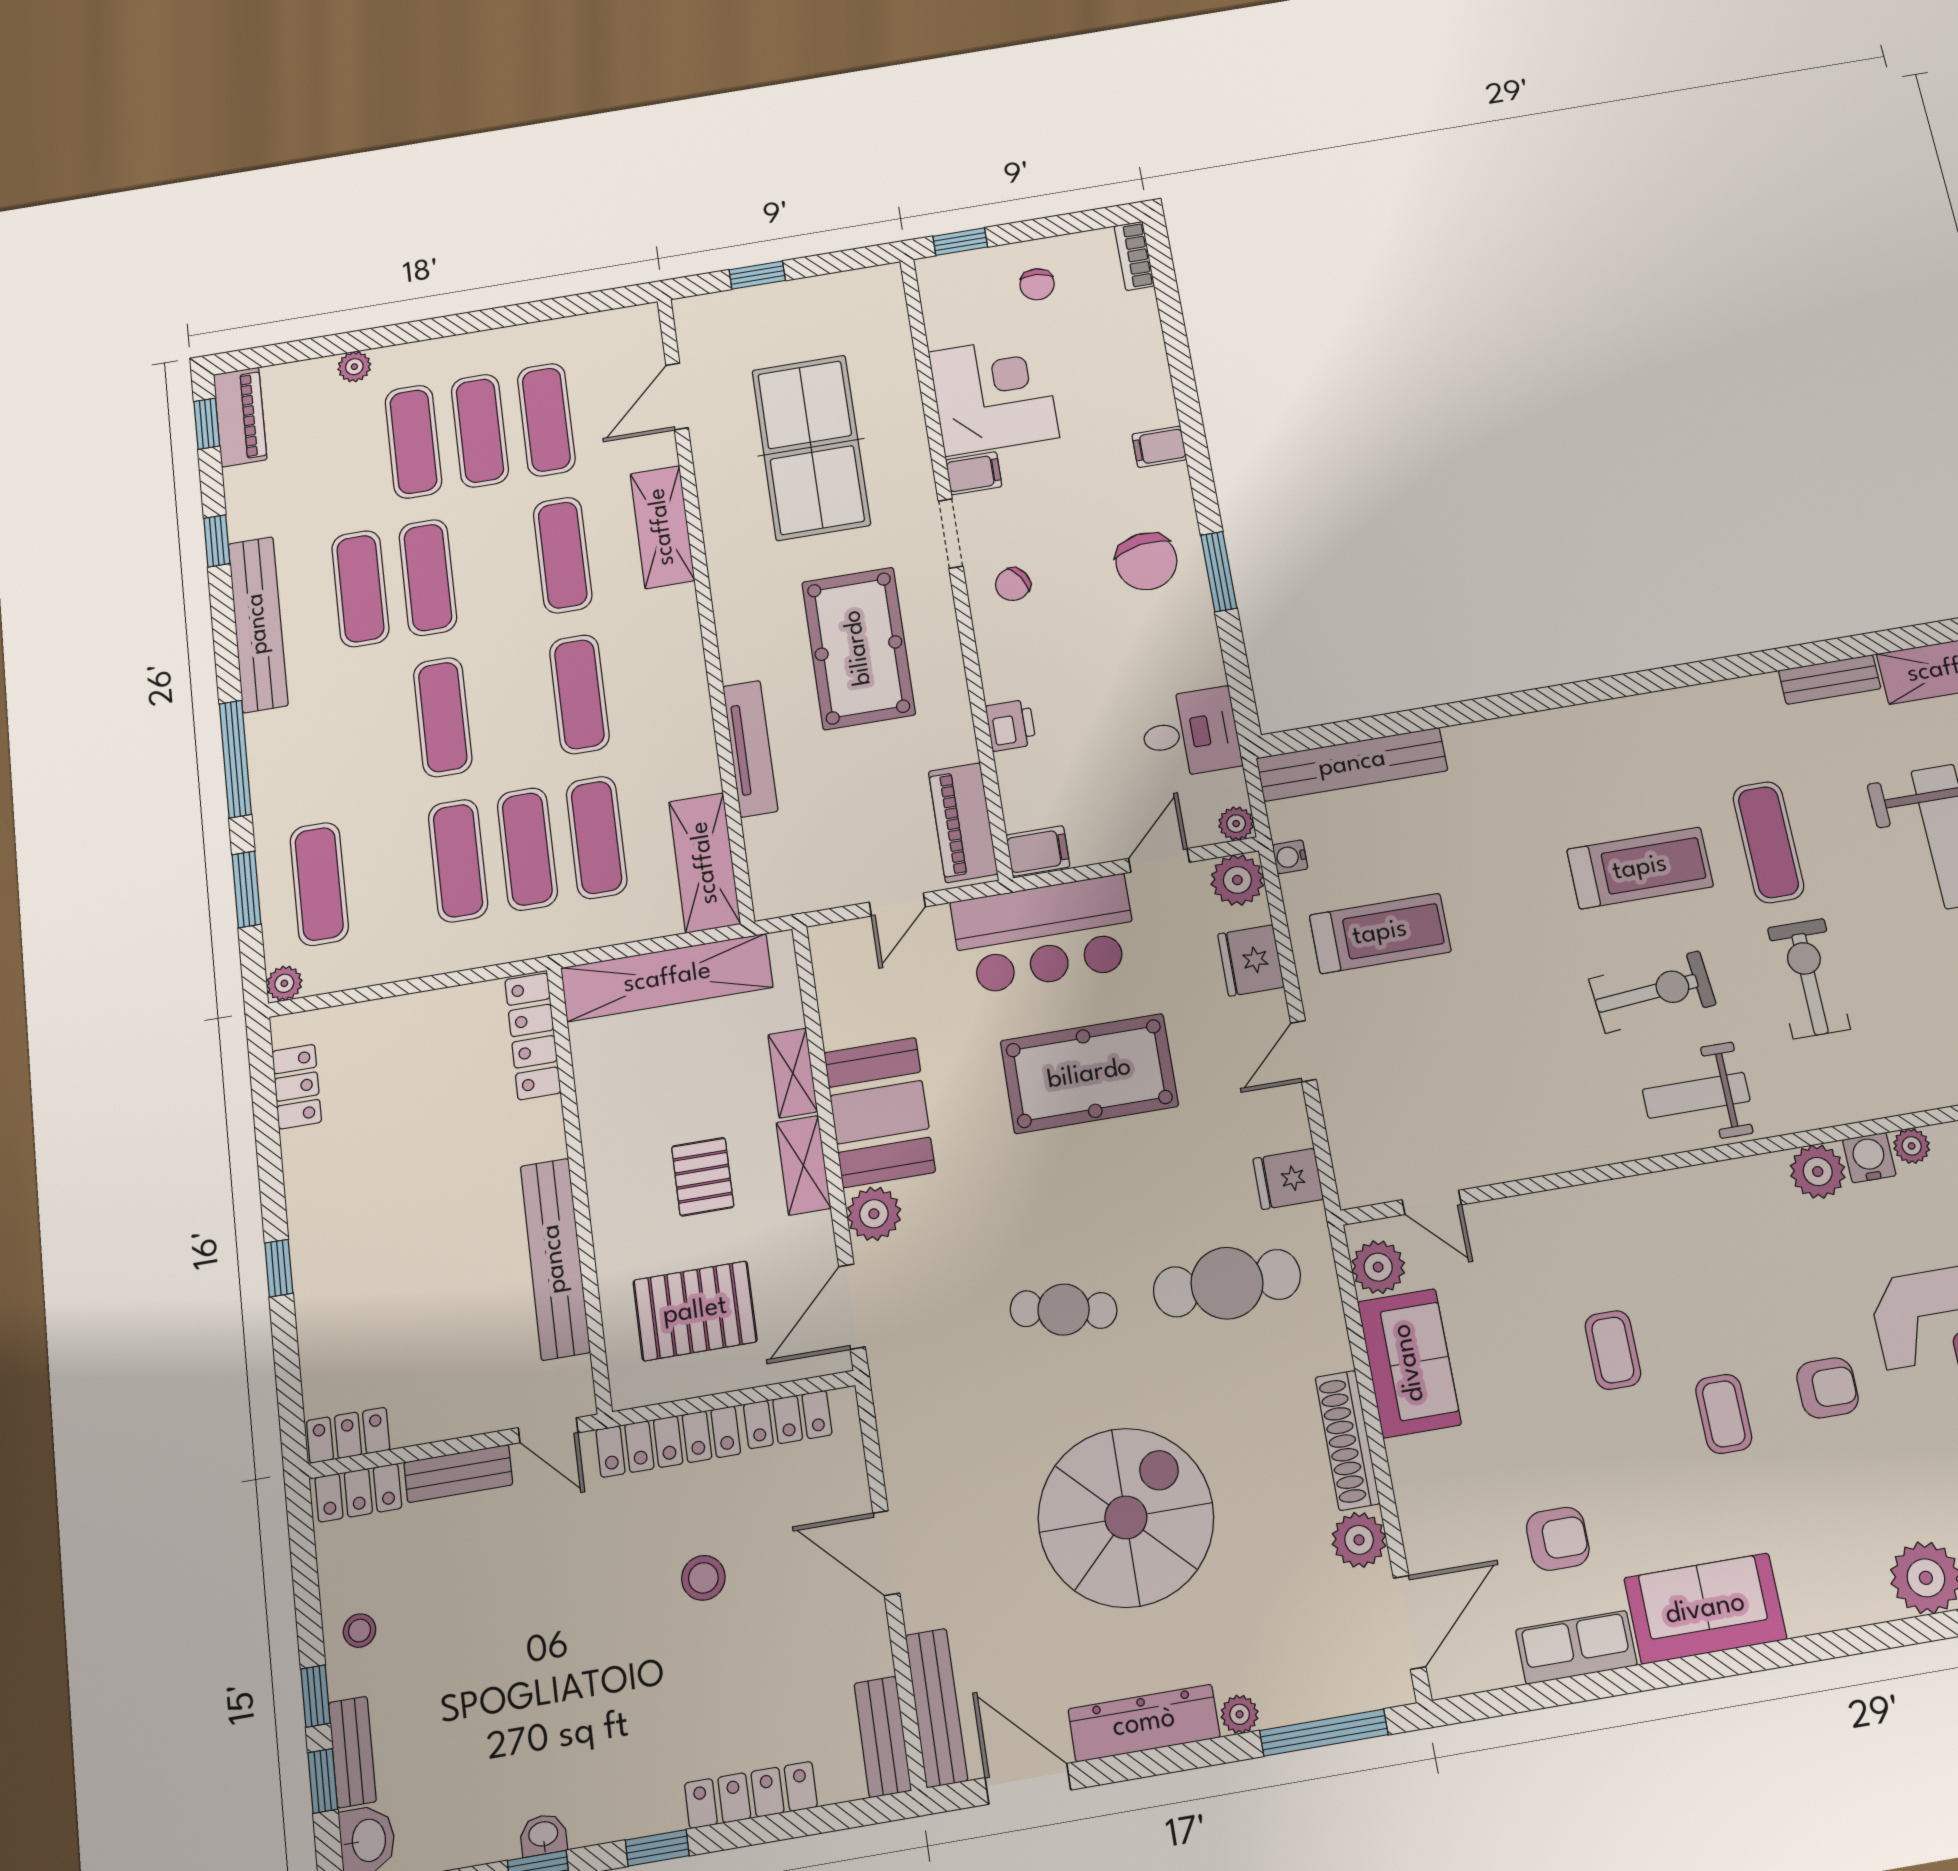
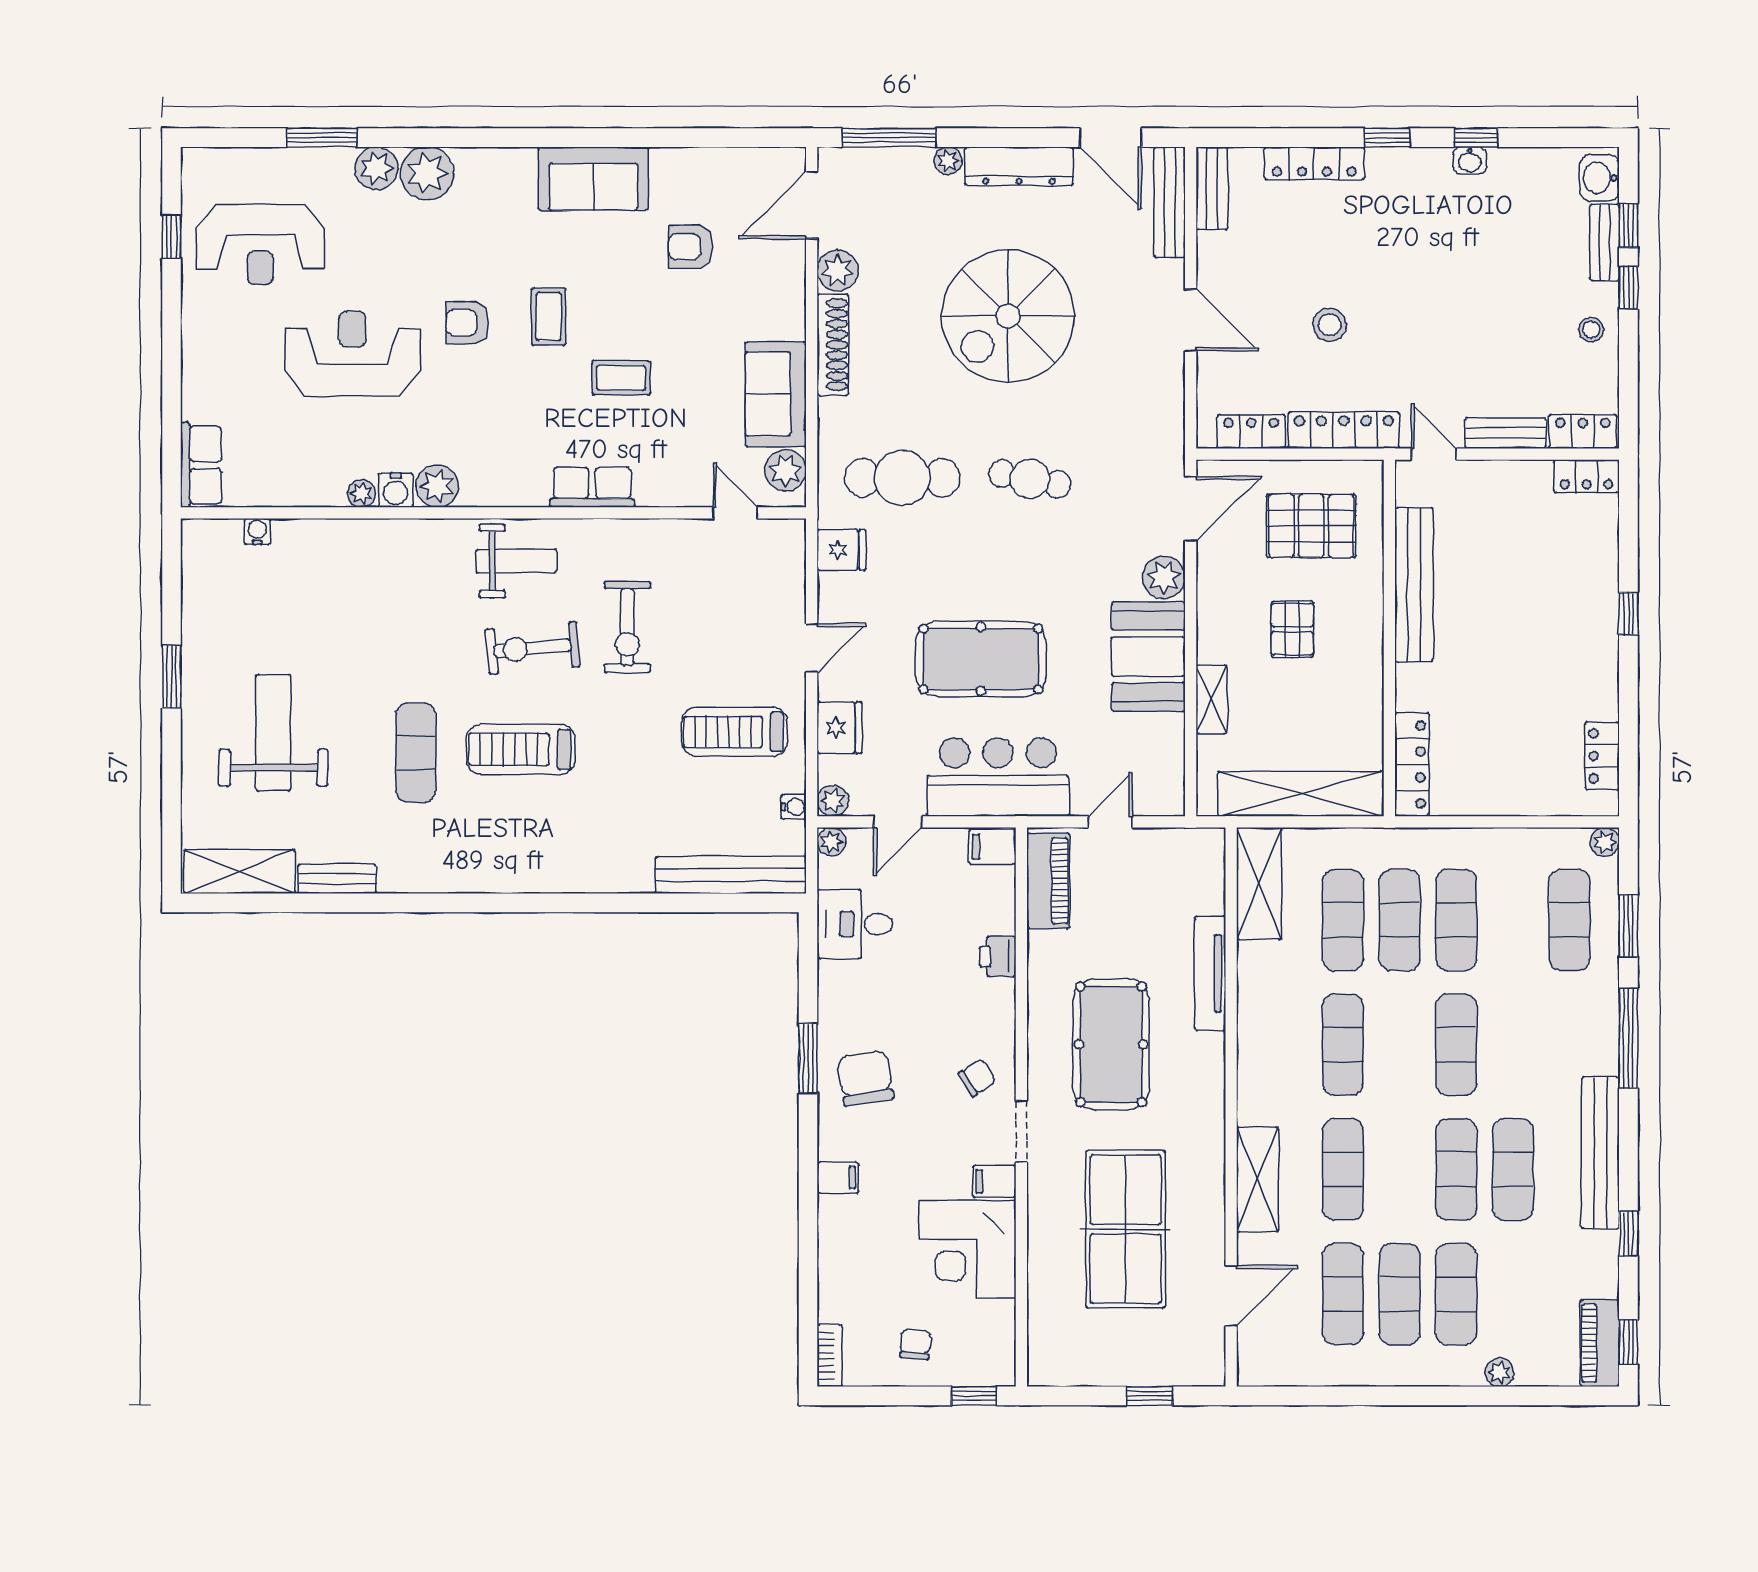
plant: (1237, 880) -> (833, 801), width x0.73, depth x0.73
exercise bike: (1809, 978) -> (627, 627), moved
shelving: (803, 1165) -> (1213, 625), removed
coffee table: (1613, 1350) -> (621, 378), turned 90
row of seats: (1576, 1647) -> (592, 487), moved, turned 180

